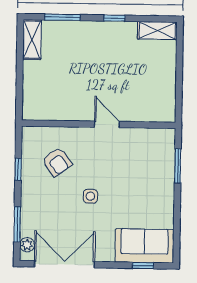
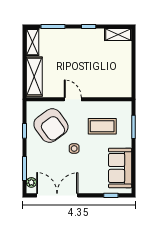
shelving: (34, 90) -> (34, 77), added
door: (107, 124) -> (73, 99), moved
armchair: (57, 162) -> (51, 126), width x1.88, depth x1.88
coffee table: (132, 164) -> (102, 126), added
sofa: (144, 246) -> (120, 168), moved, turned -90

